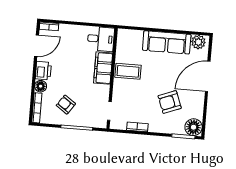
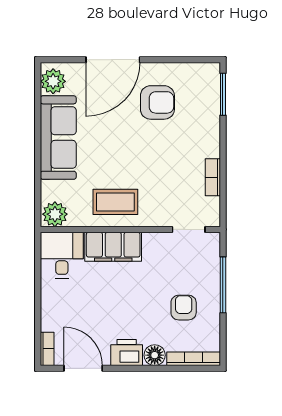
plant: (124, 37) -> (55, 214), added
coffee table: (128, 71) -> (115, 202), turned 90
door: (208, 76) -> (113, 60), hinge flipped
armchair: (170, 102) -> (157, 102), moved, turned -69
armchair: (66, 105) -> (184, 308), turned 145
floor lamp: (194, 127) -> (205, 78), removed

